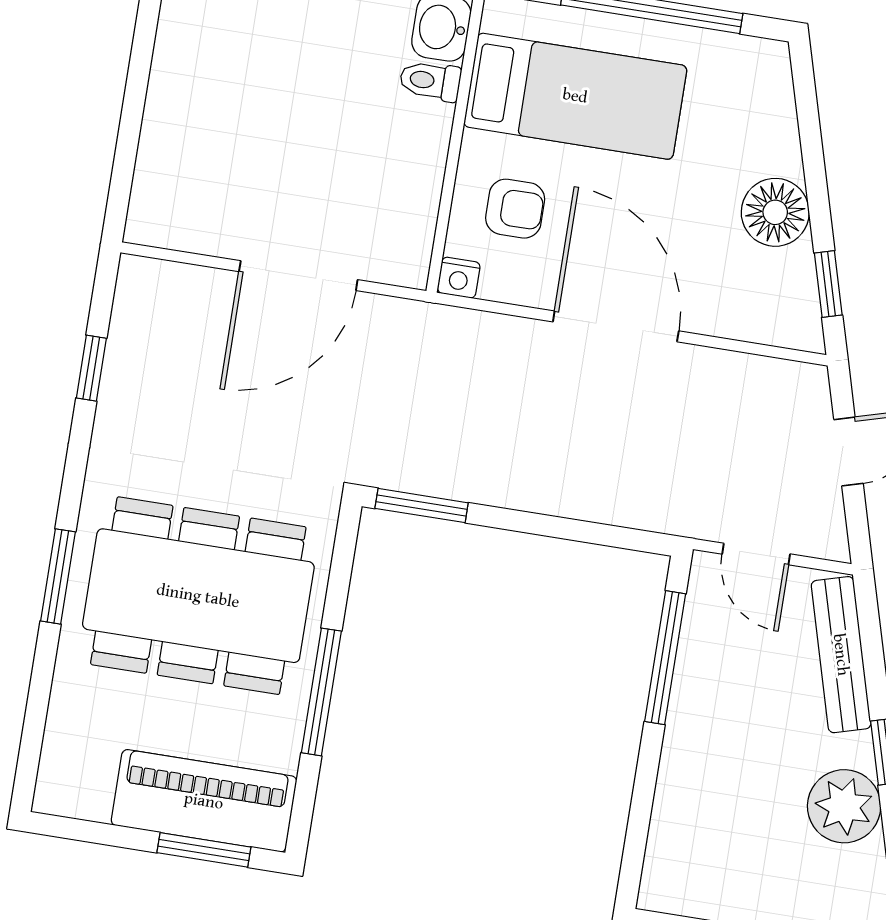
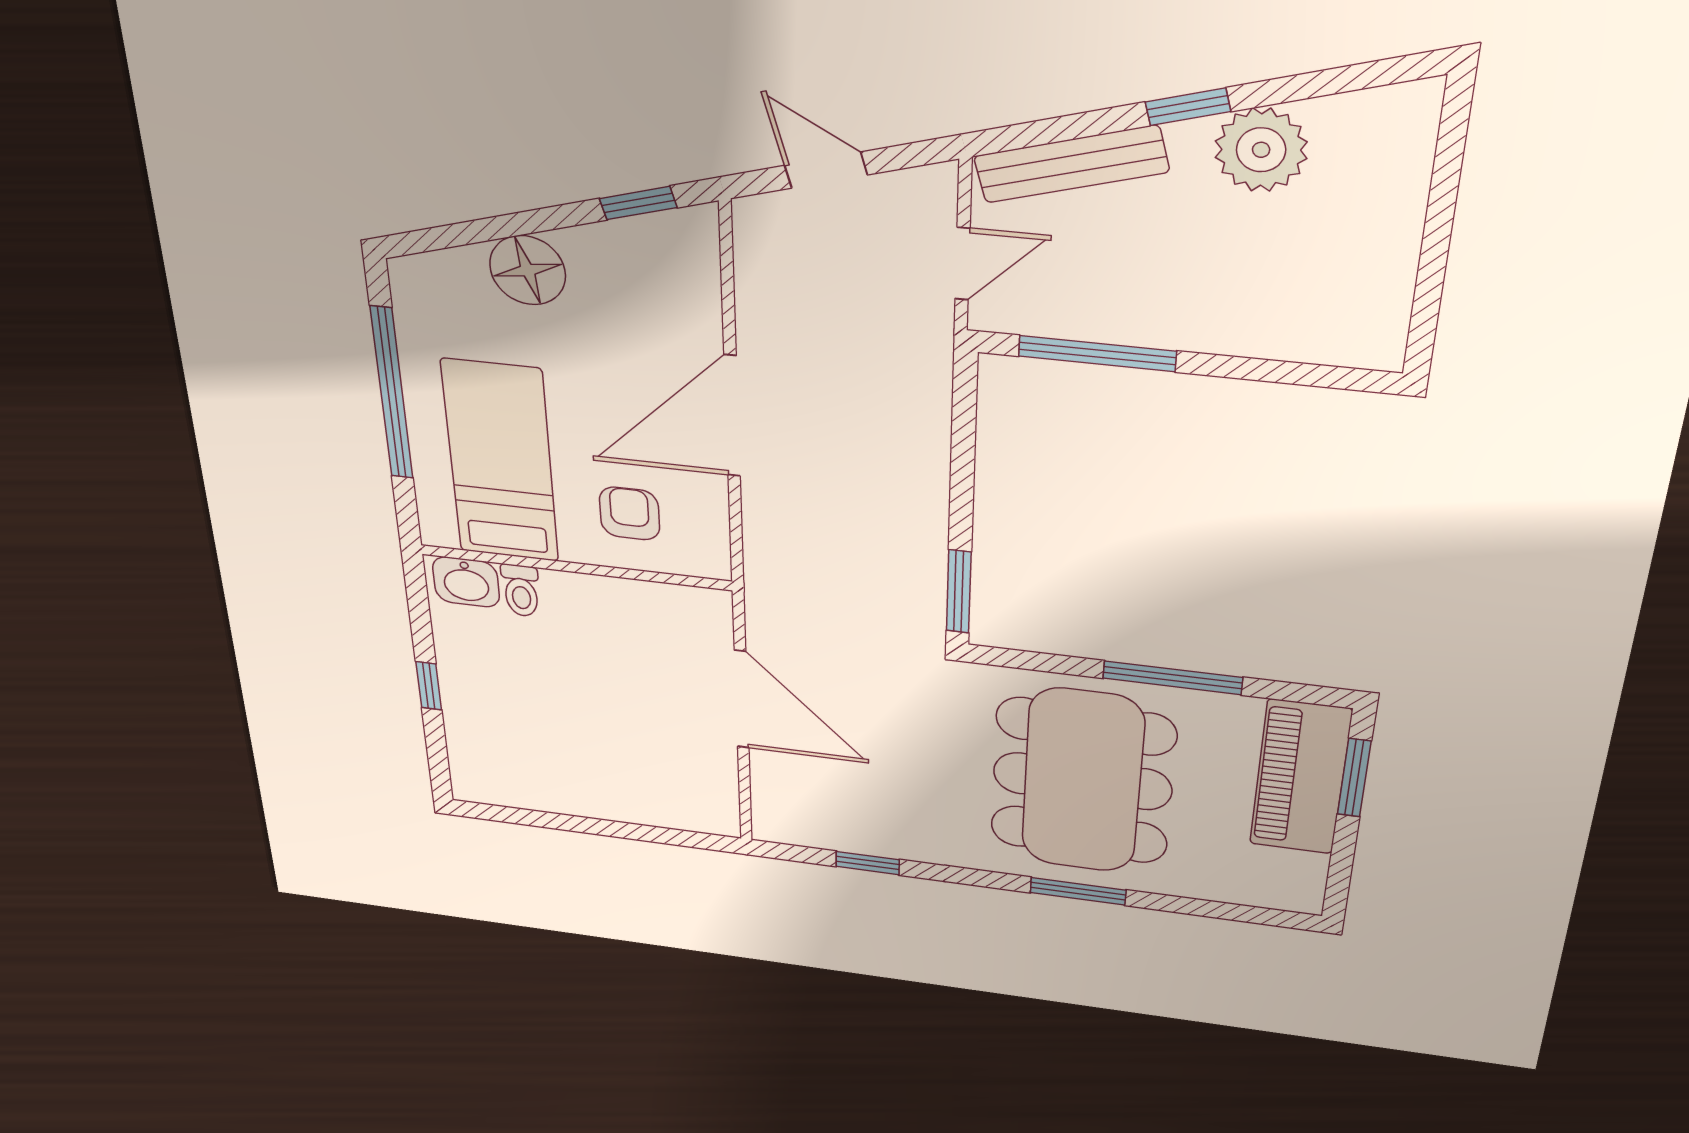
floor lamp: (775, 212) -> (528, 270), moved
nightstand: (459, 278) -> (713, 562), removed

